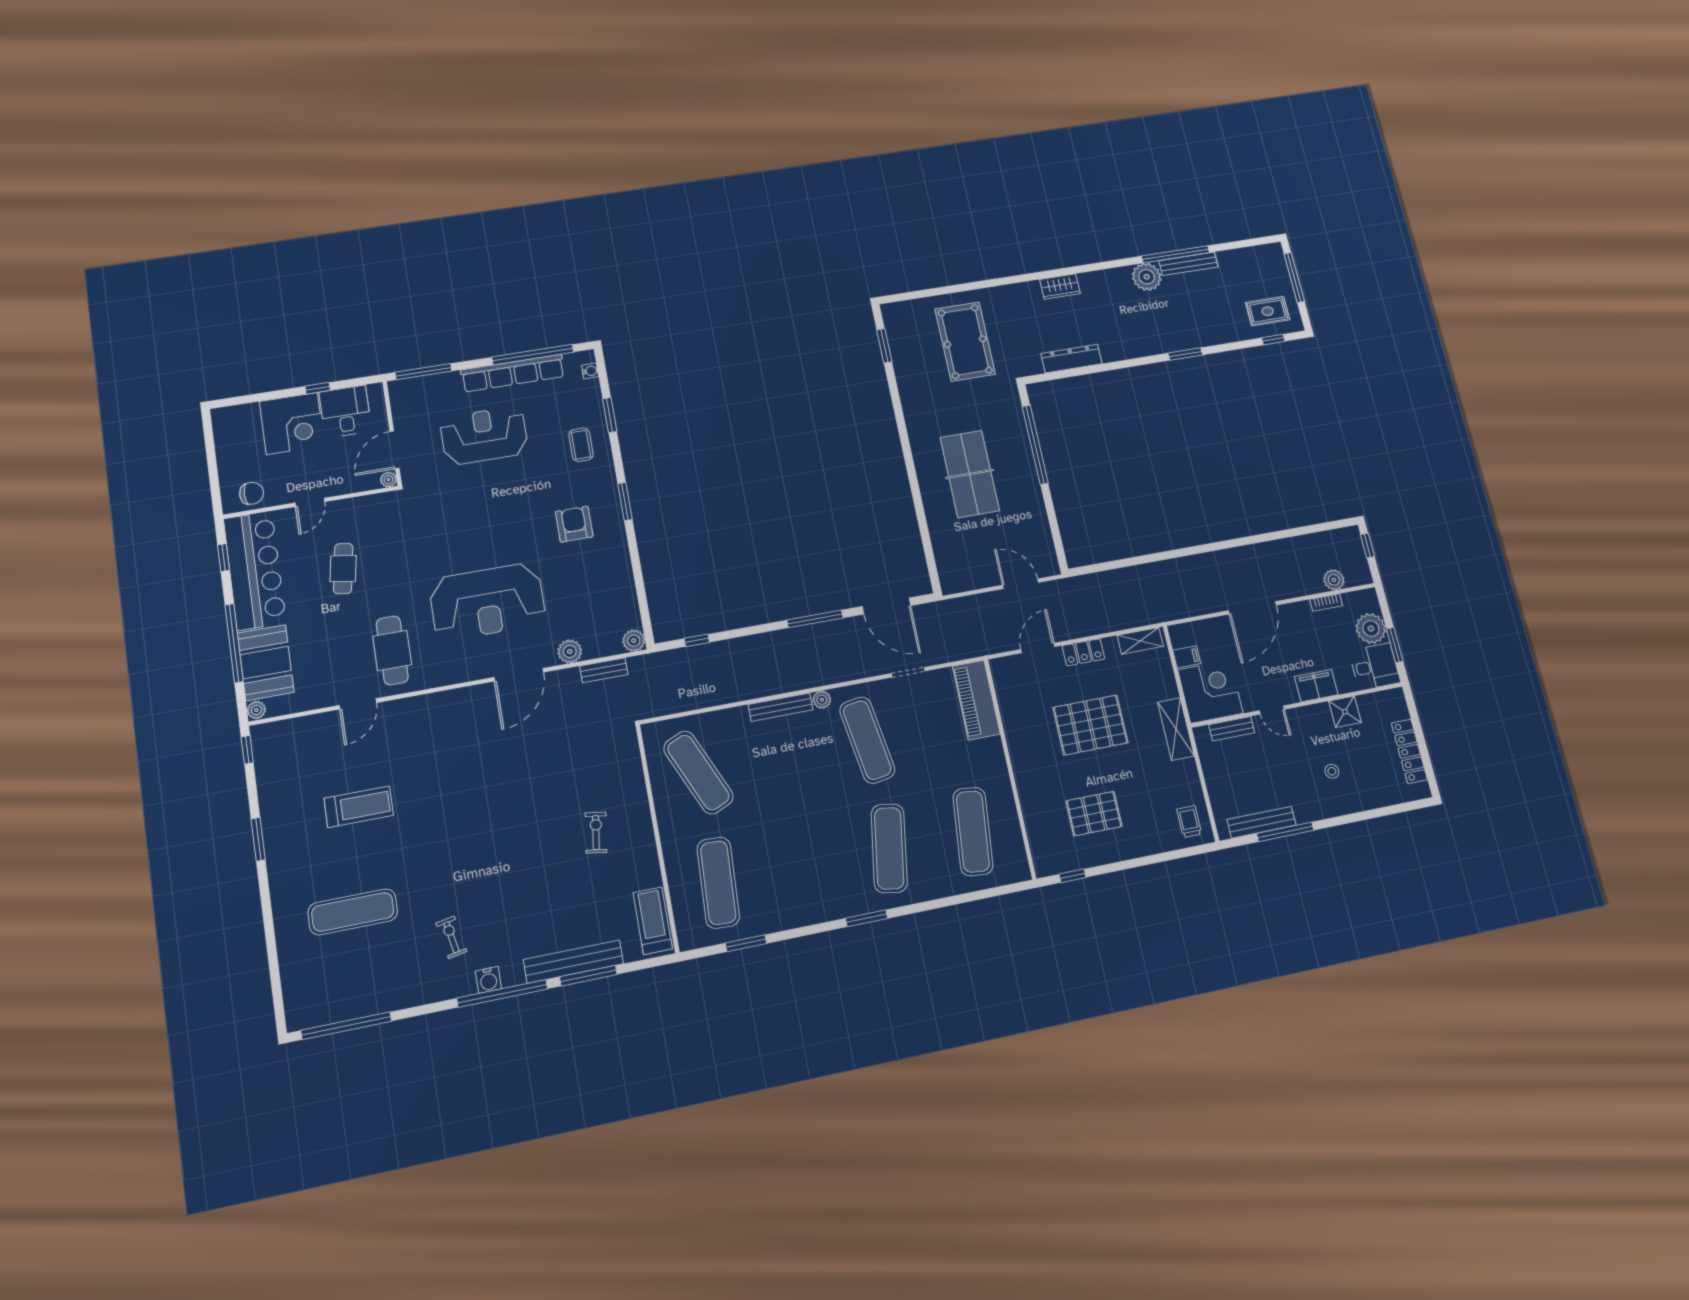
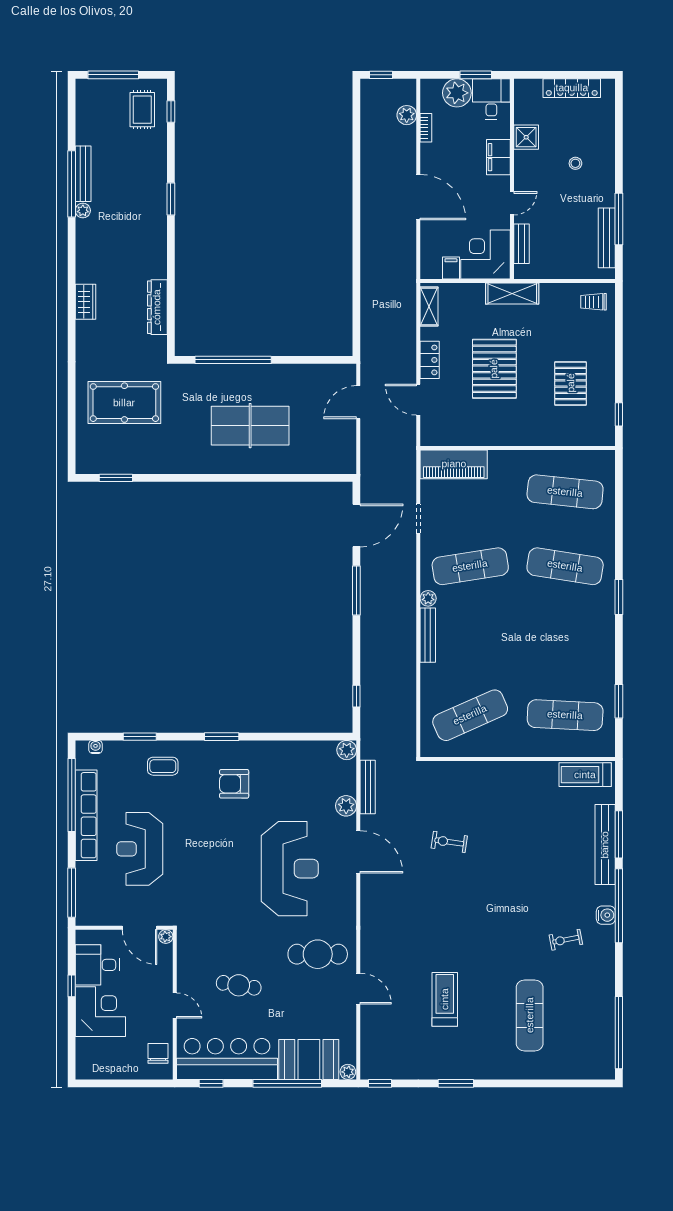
plant: (1147, 277) -> (83, 210), width x0.53, depth x0.53
bench: (604, 670) -> (368, 787), width x1.36
exercise bike: (596, 833) -> (449, 842), moved

